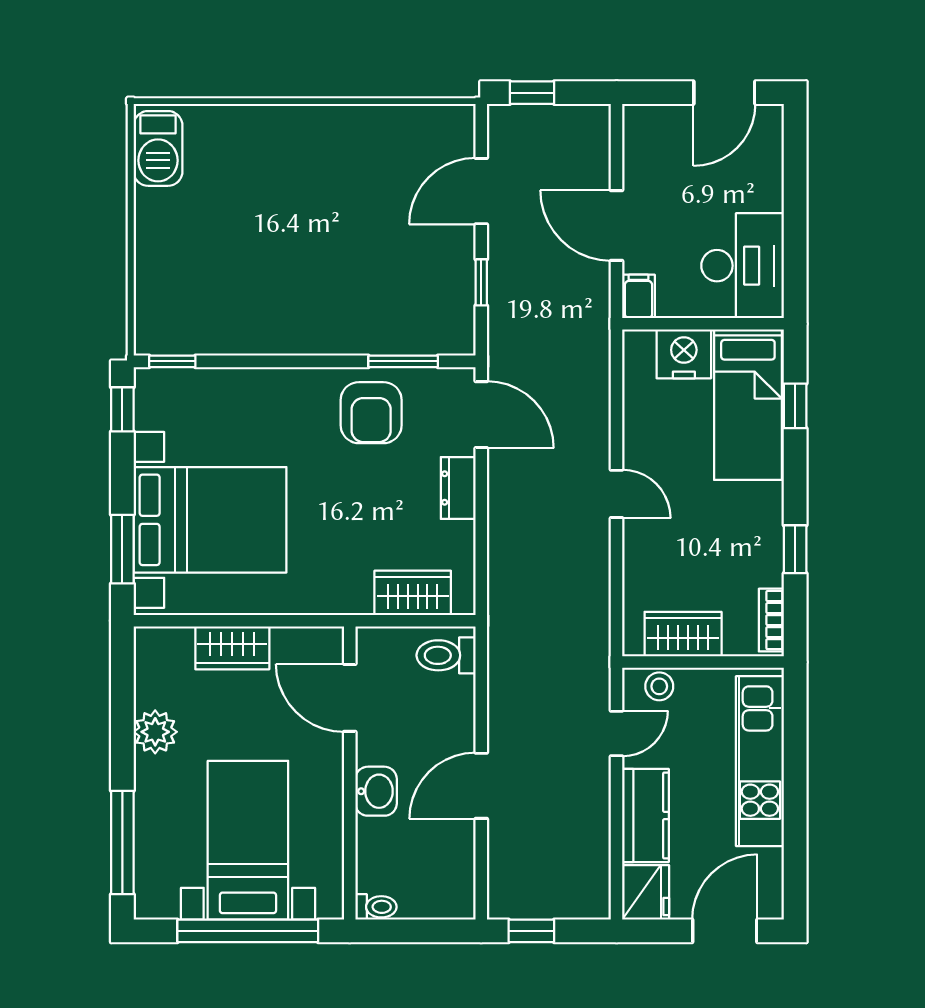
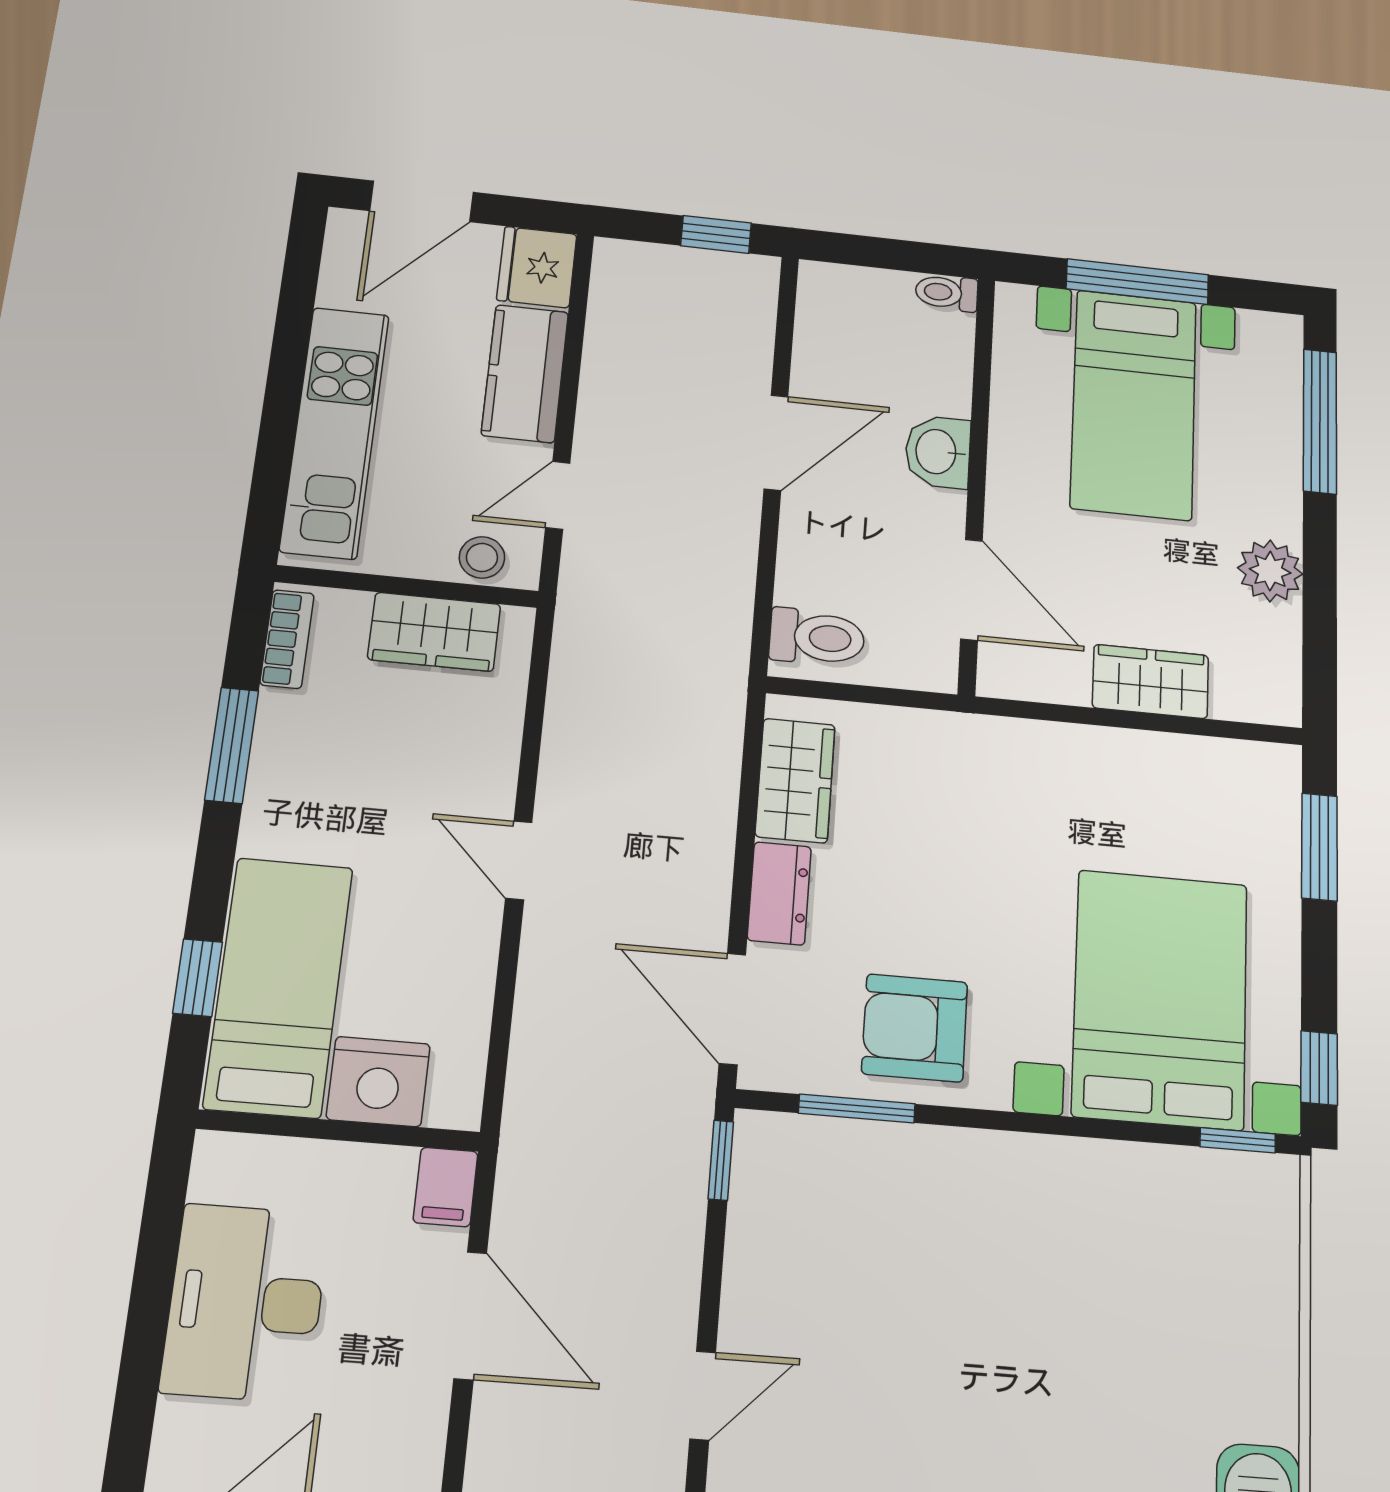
door: (481, 191) -> (703, 1396), width x0.73
desk: (743, 266) -> (246, 1303), moved
window: (481, 282) -> (721, 1160), moved
armchair: (371, 413) -> (915, 1028), turned -90
bed with nightstands: (210, 520) -> (1160, 999), moved, turned 90
window: (795, 549) -> (232, 745), width x1.50
wardrobe: (413, 593) -> (795, 780), moved, turned -90
window: (248, 931) -> (1137, 282), width x0.68

